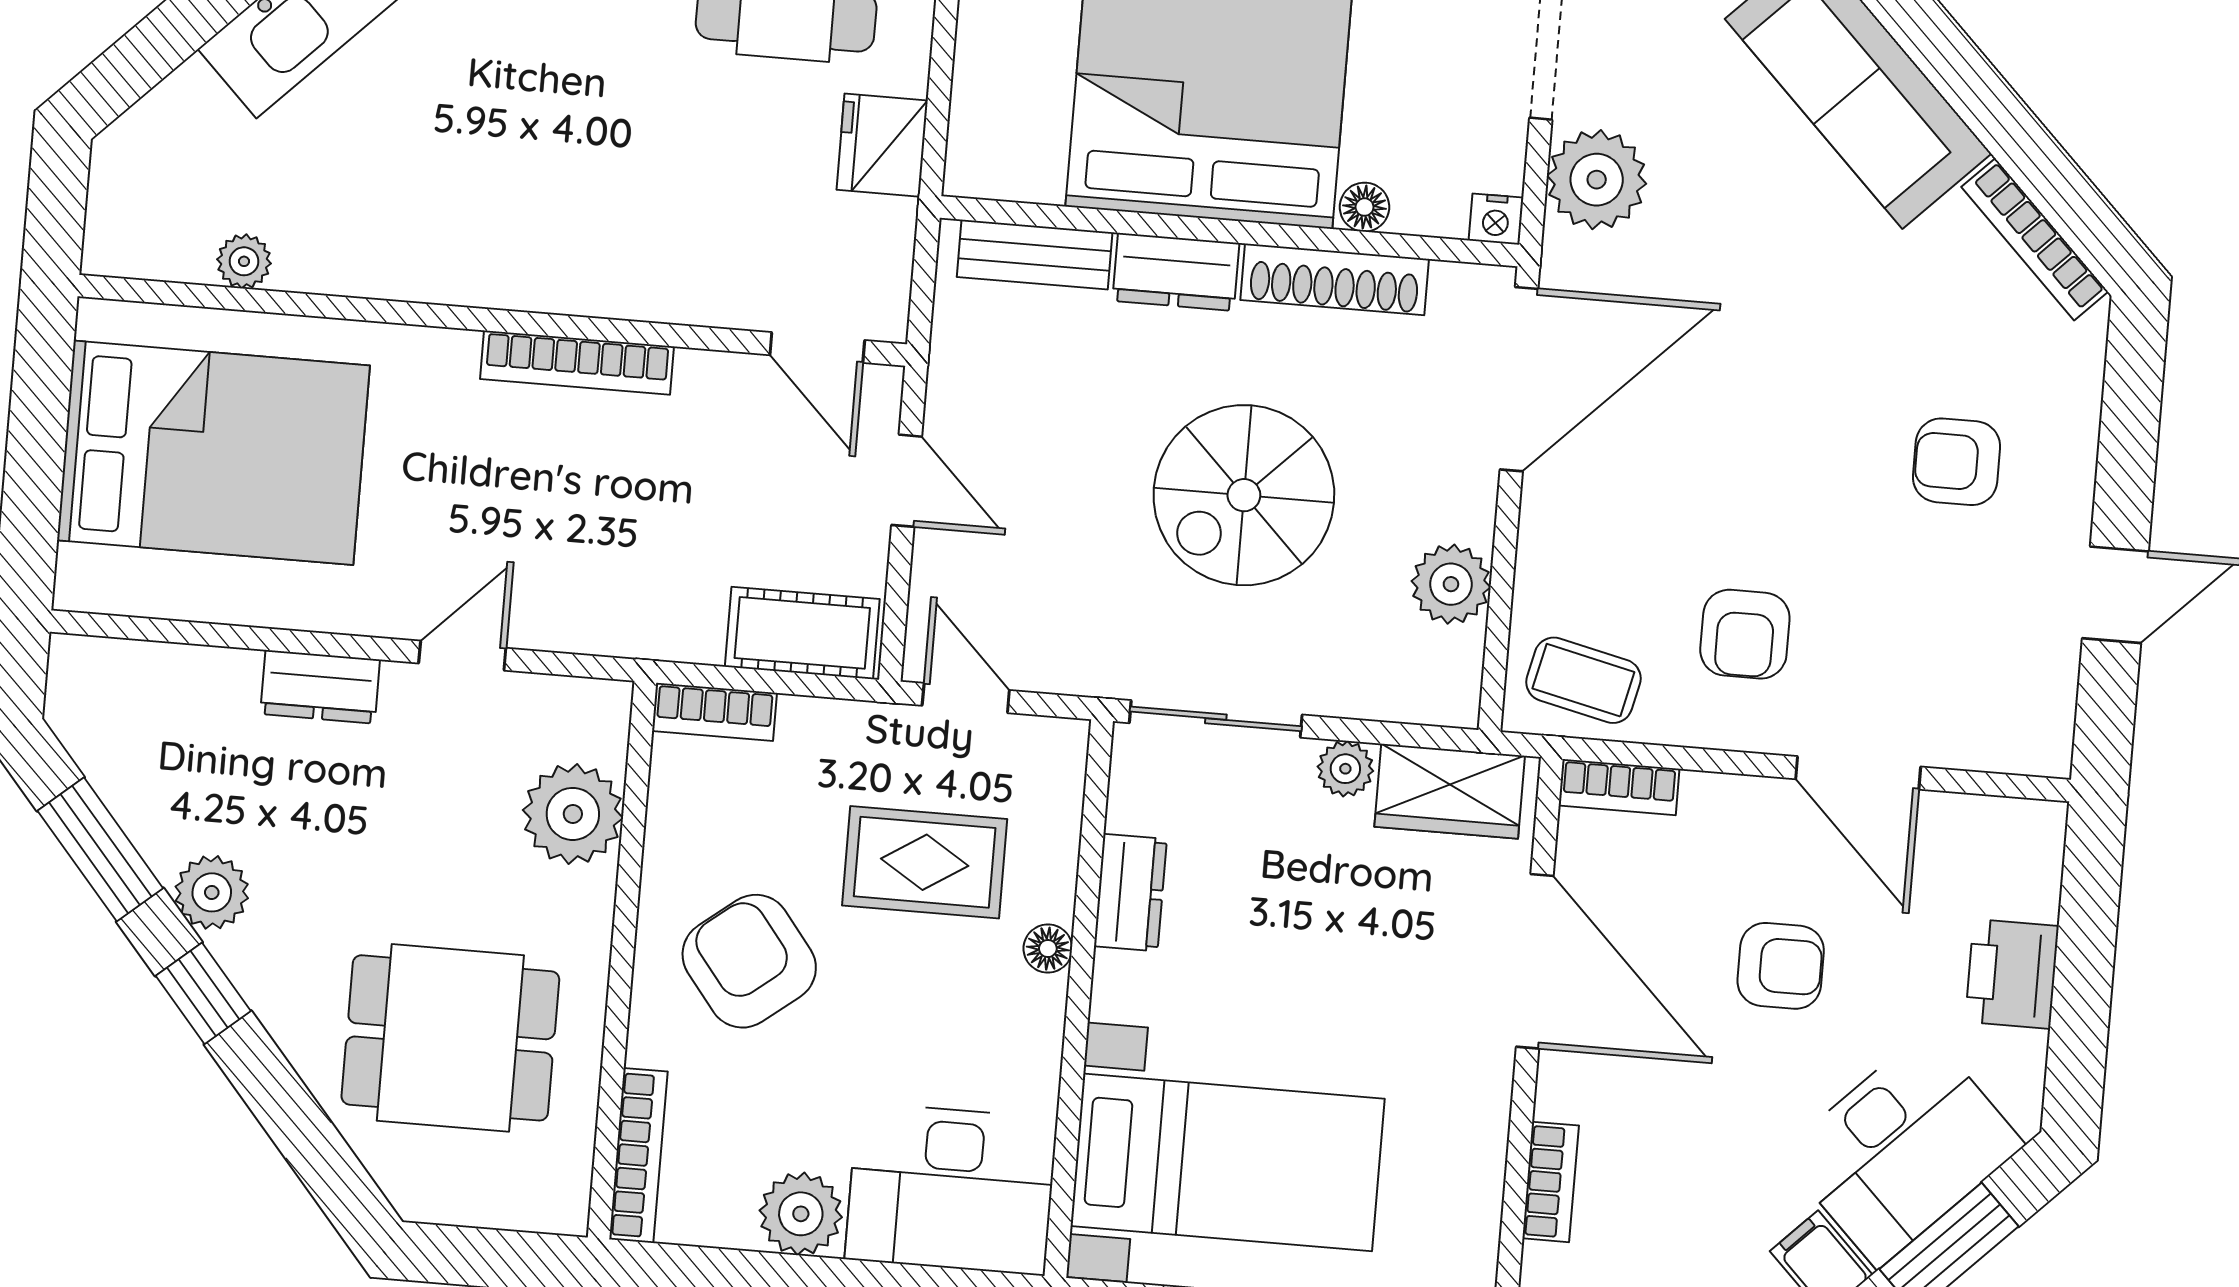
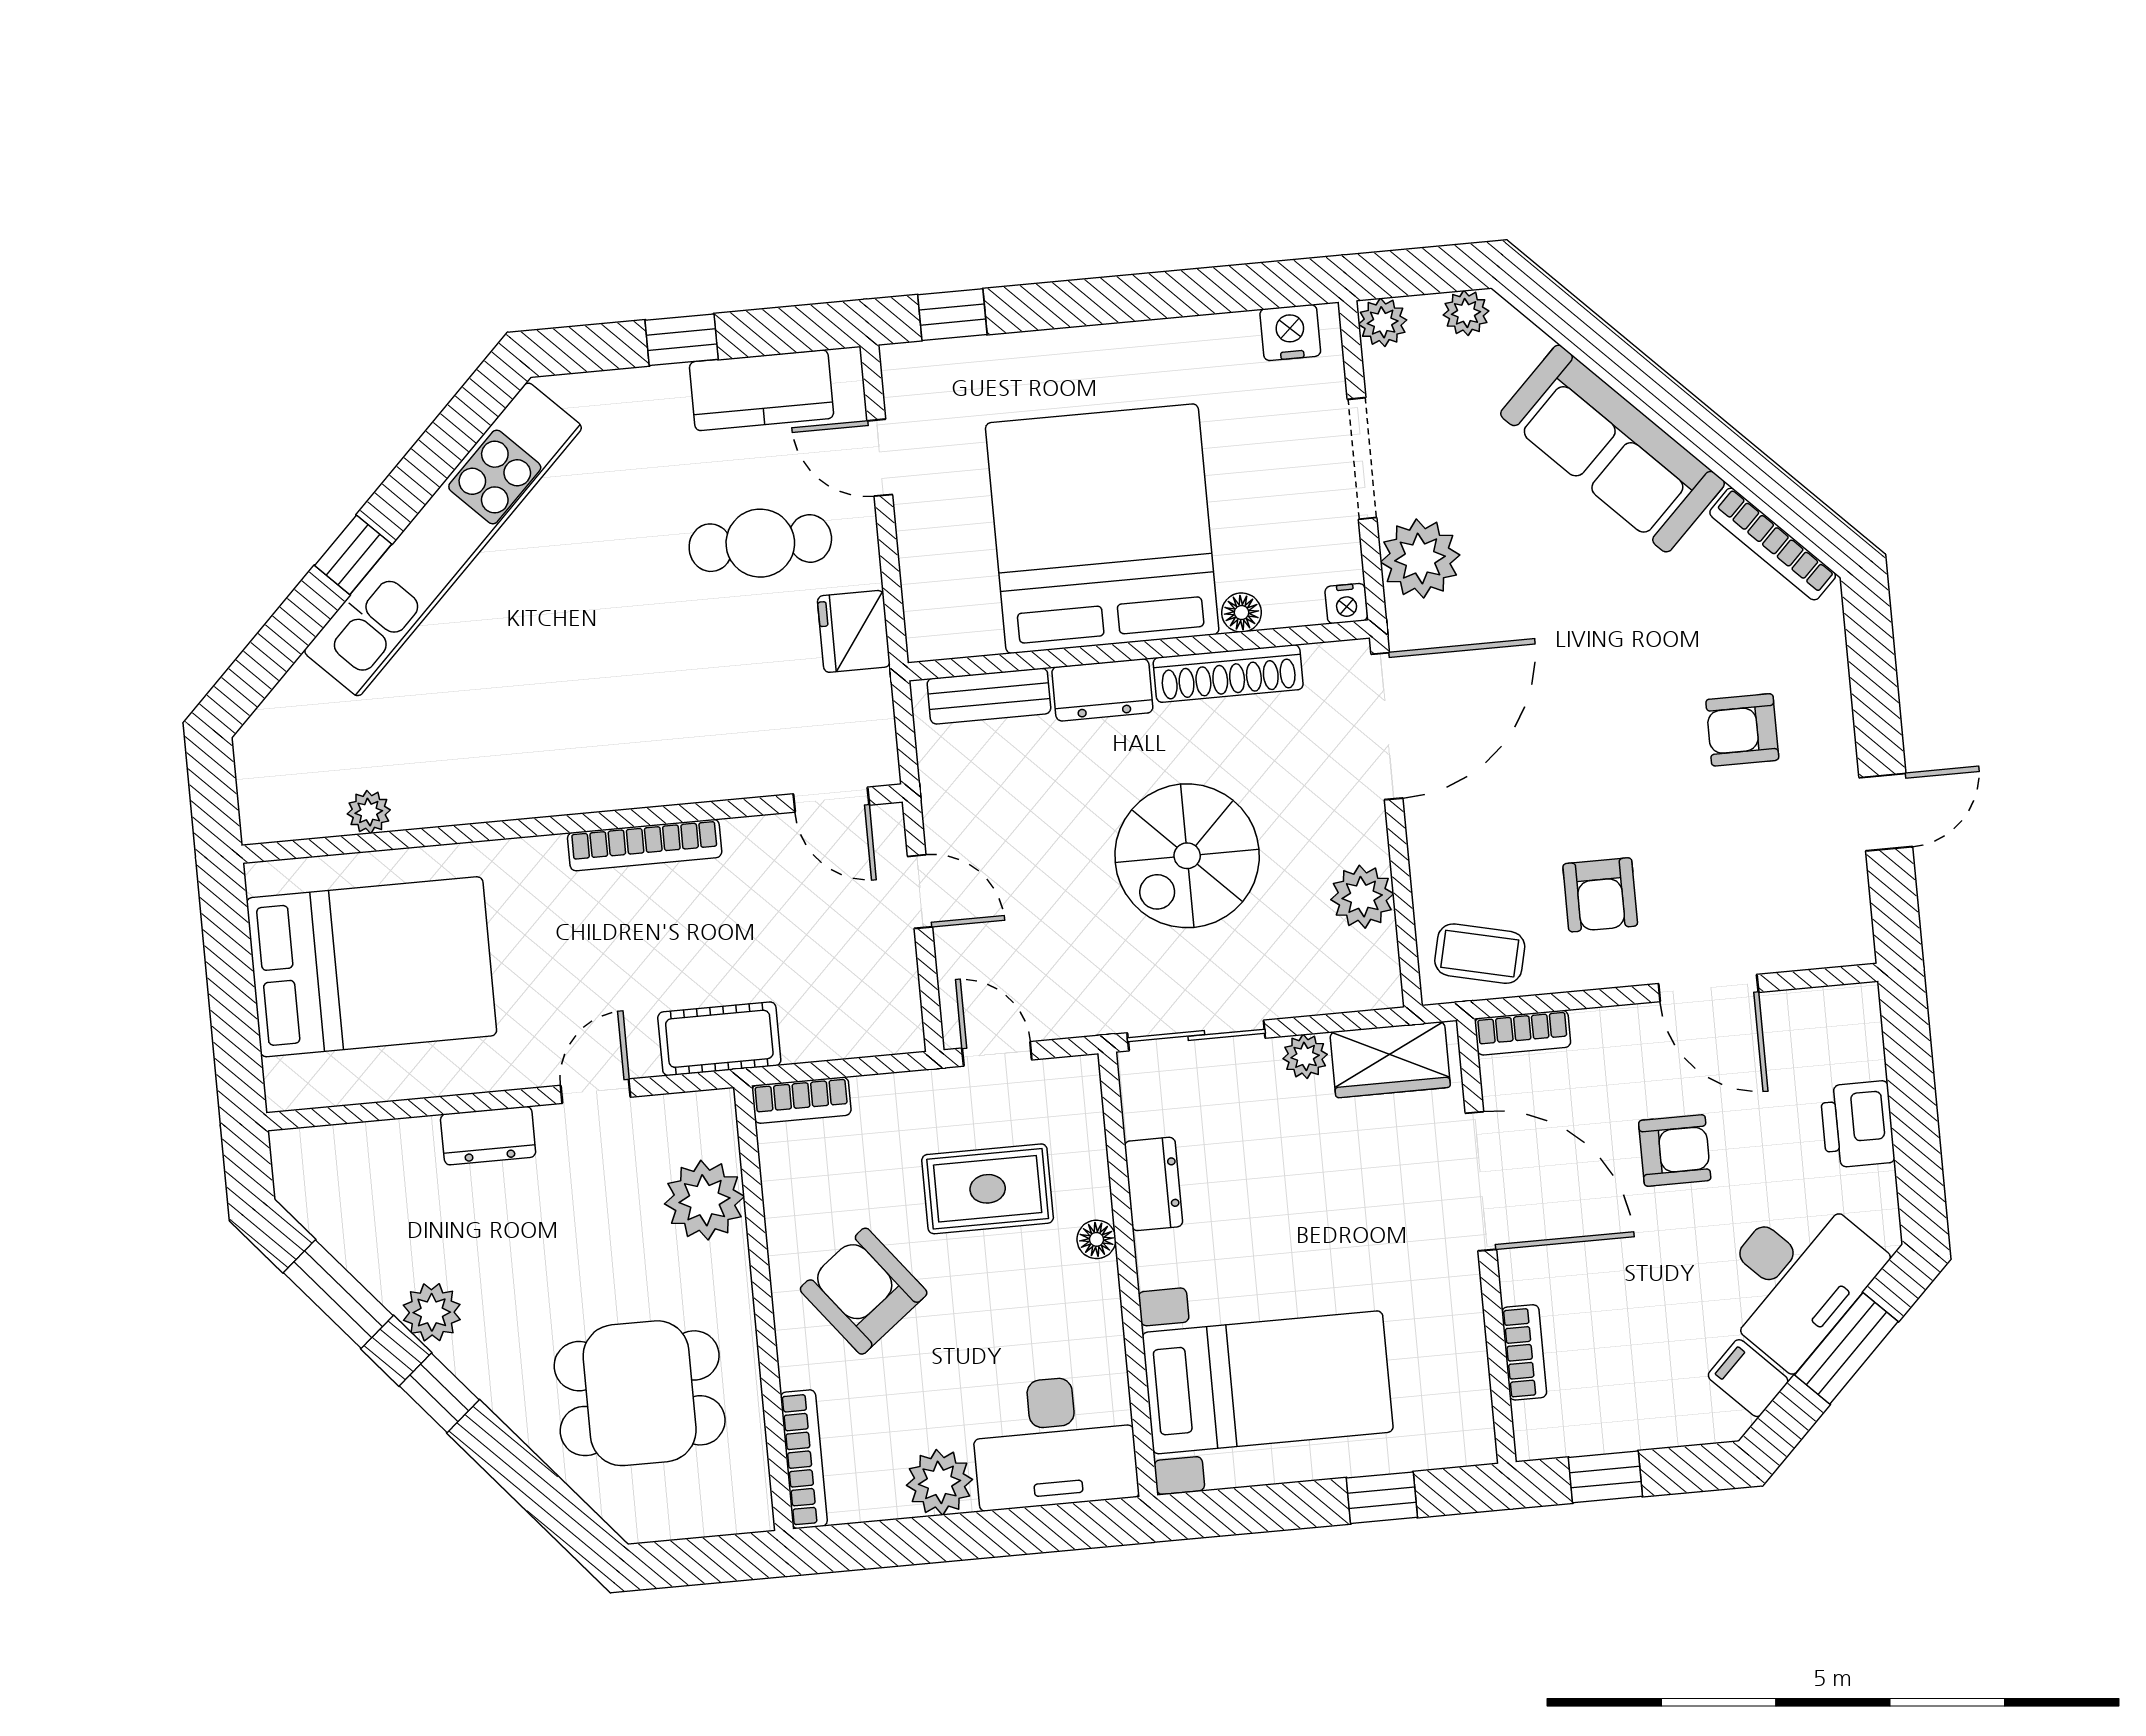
cot: (802, 633) -> (719, 1039), moved

